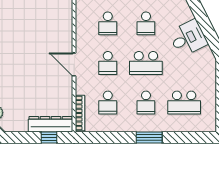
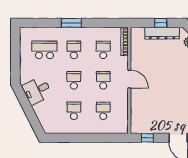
desk: (188, 38) -> (37, 90), moved
school desk: (146, 63) -> (74, 80), width x0.54
dresser: (50, 124) -> (162, 33), moved
window: (49, 138) -> (161, 23), moved

